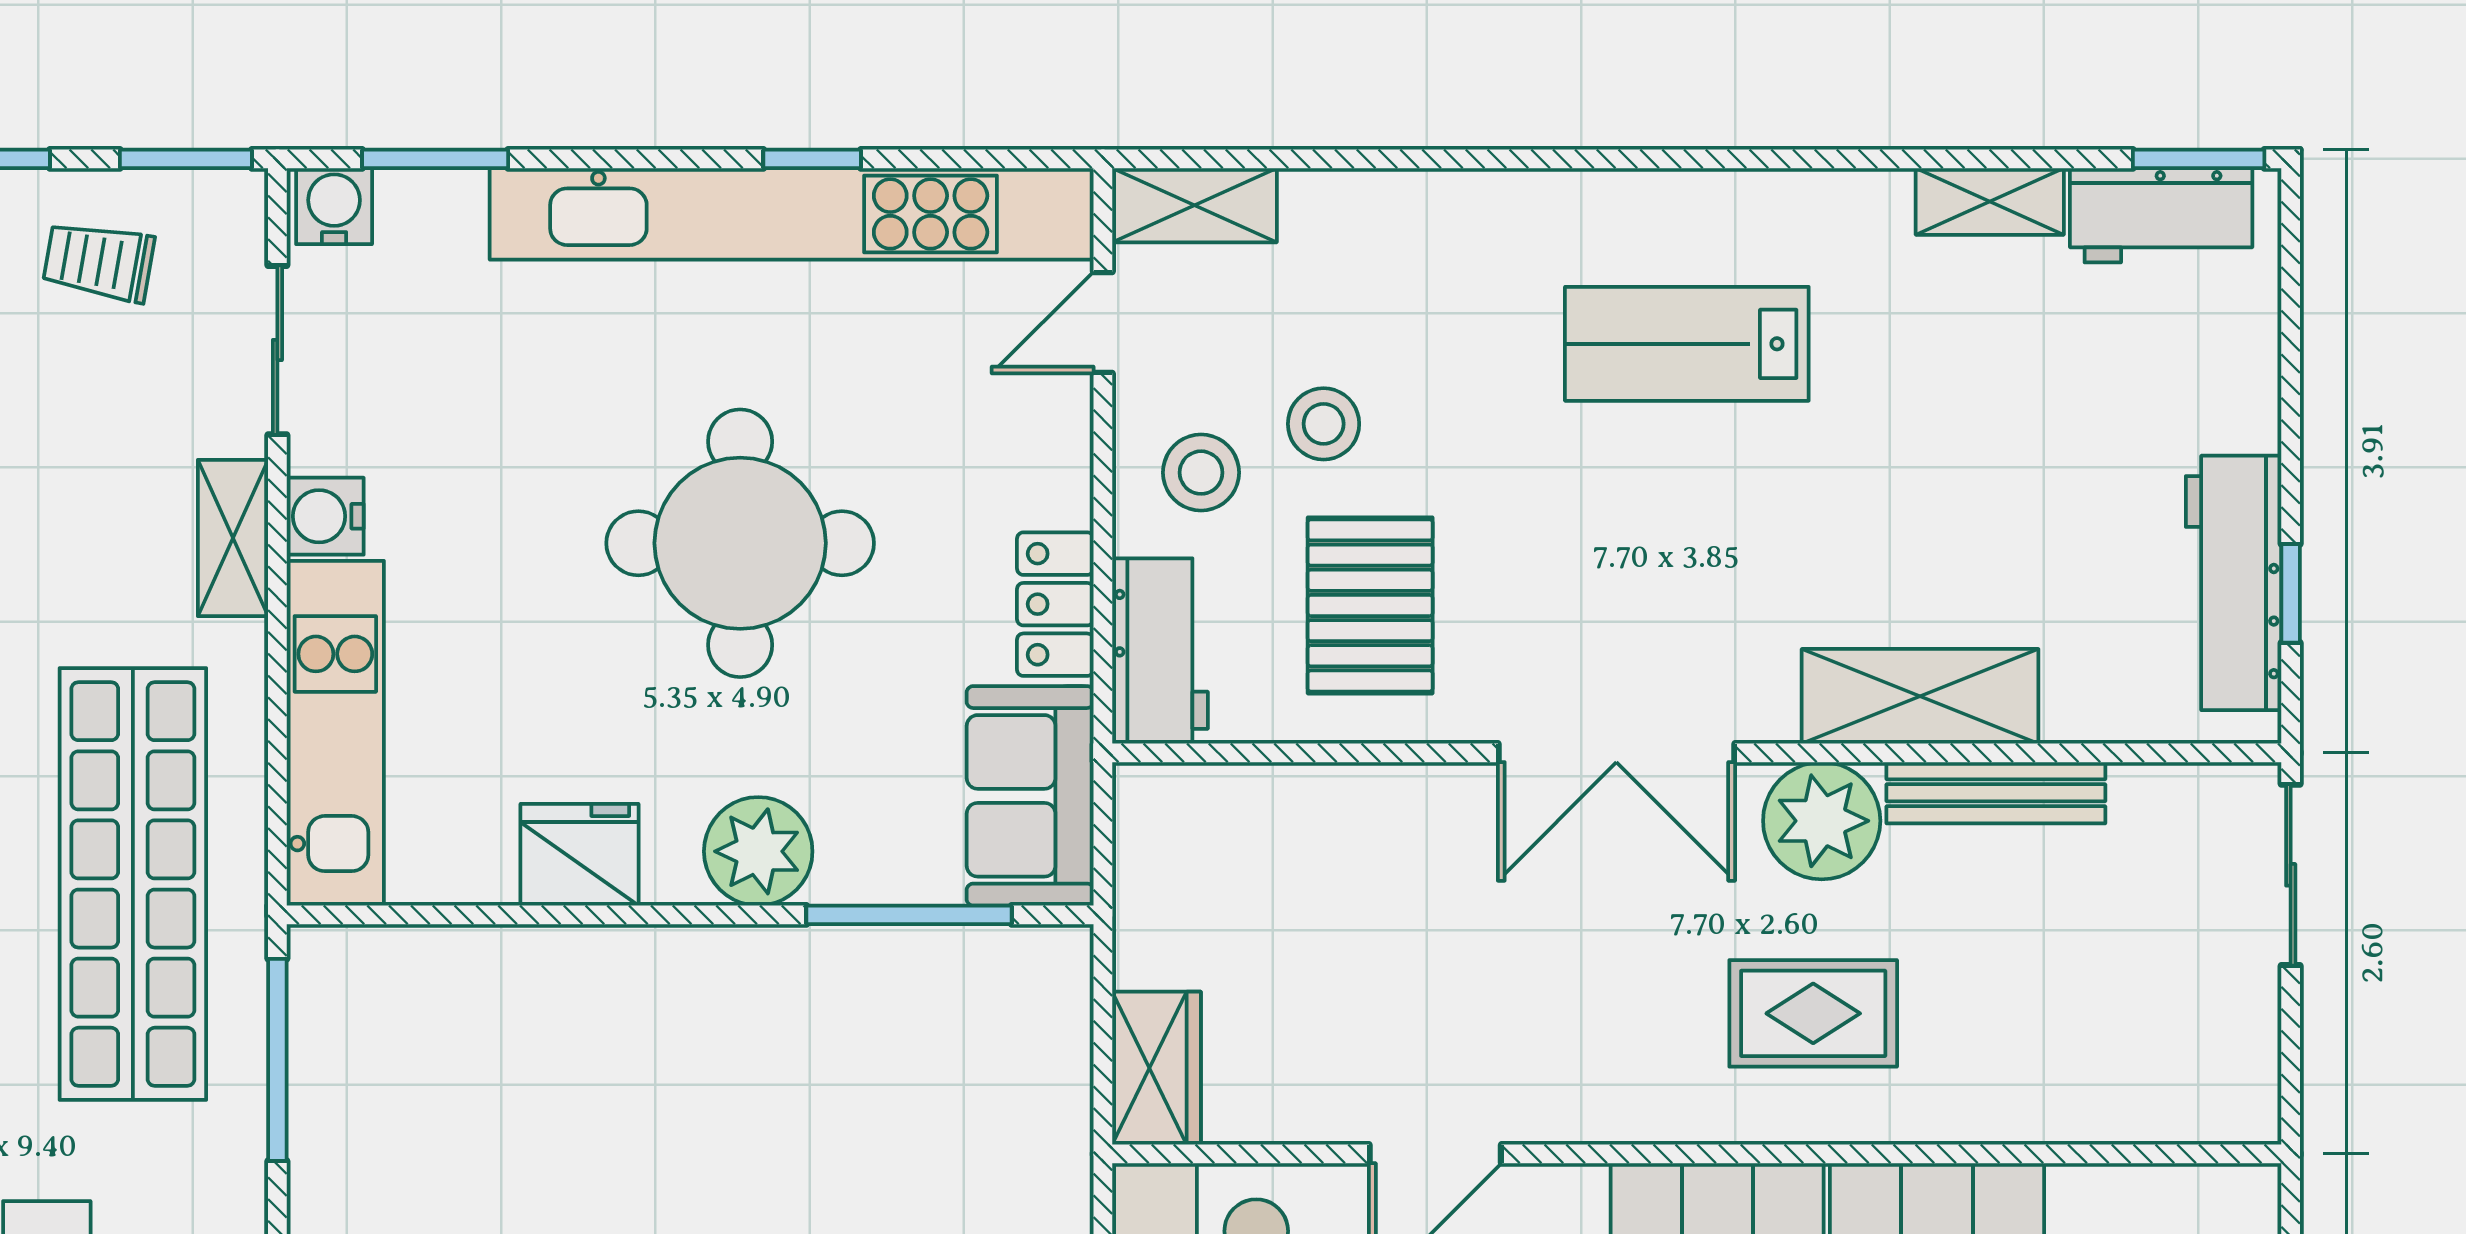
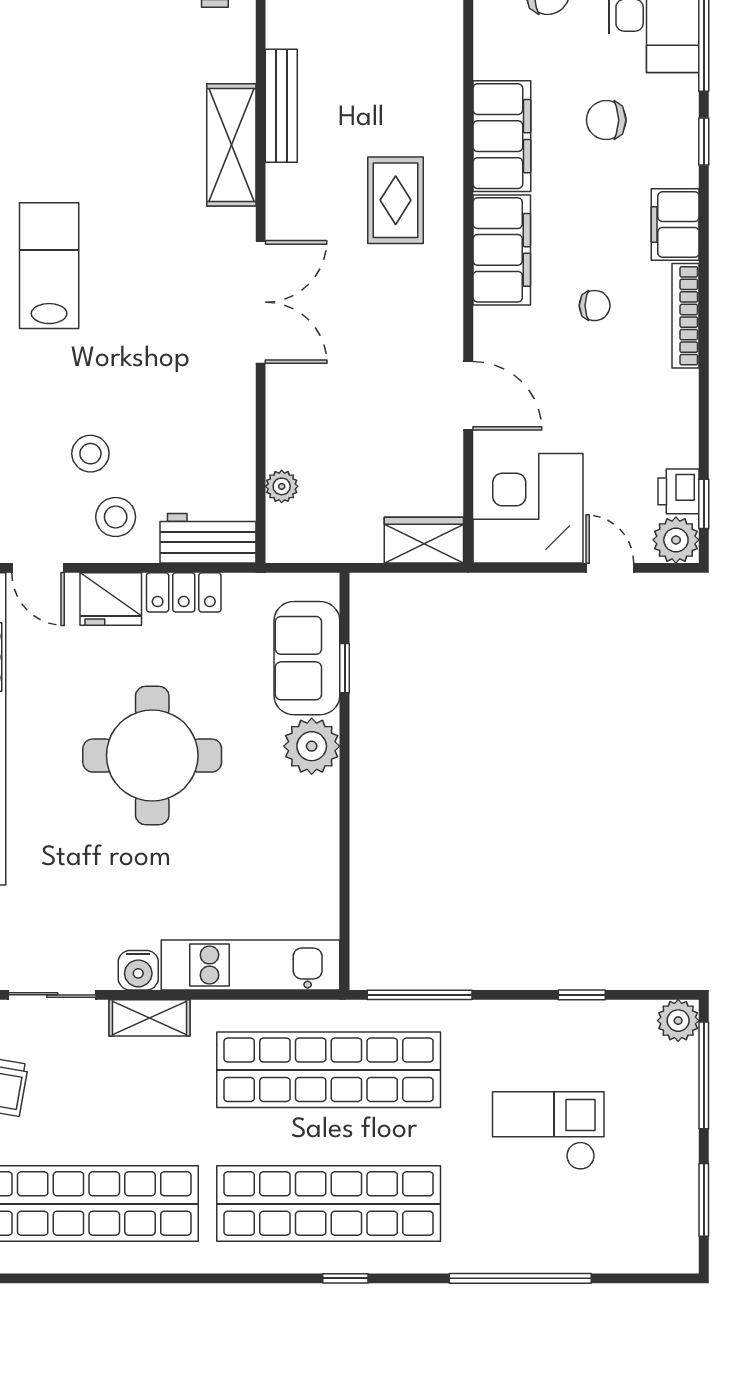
lab bench: (1687, 344) -> (49, 266), turned 180
pallet: (1370, 605) -> (184, 429), removed
sofa: (1030, 796) -> (307, 658), moved, turned 90
plant: (1822, 821) -> (282, 486), moved, width x0.53, depth x0.53
fridge: (580, 855) -> (111, 599), moved, turned -90
window: (909, 915) -> (345, 668), width x0.46

